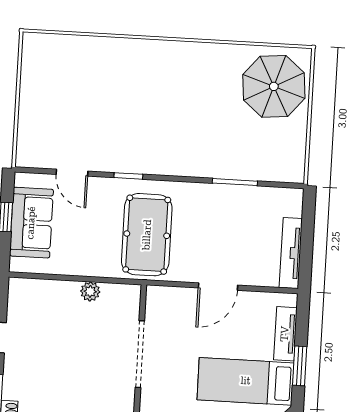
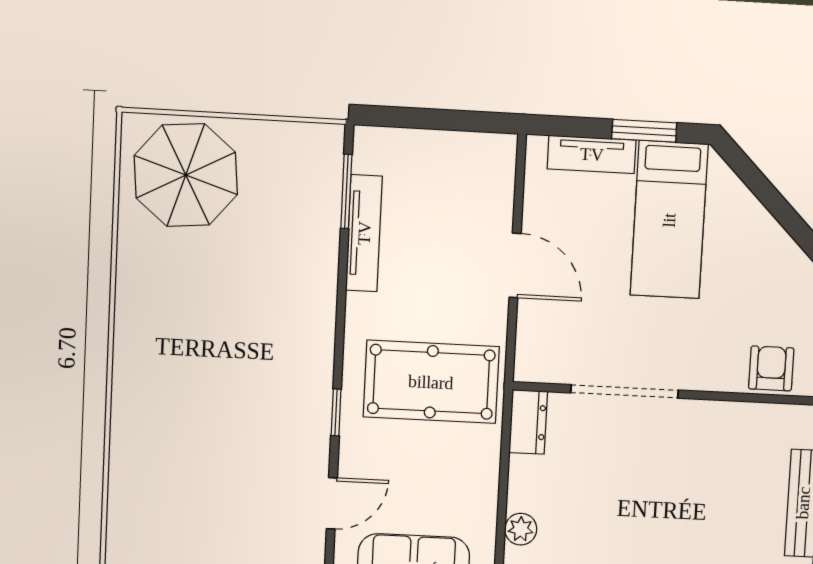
window: (235, 182) -> (346, 191), moved
tv unit: (291, 253) -> (364, 233), moved, turned -90
plant: (90, 291) -> (521, 529), moved
dresser: (121, 294) -> (528, 422), added

